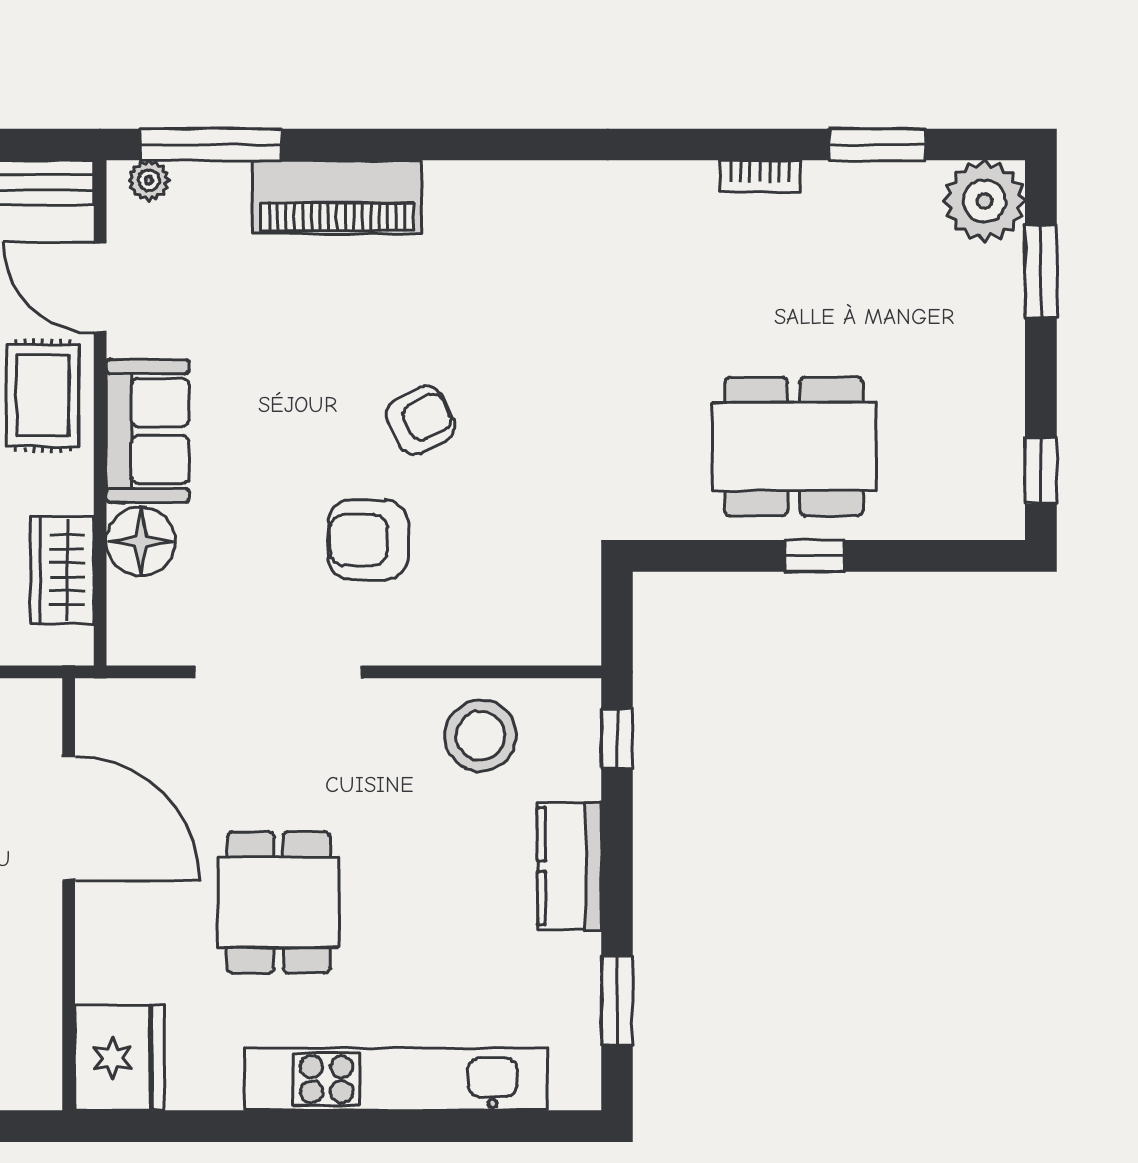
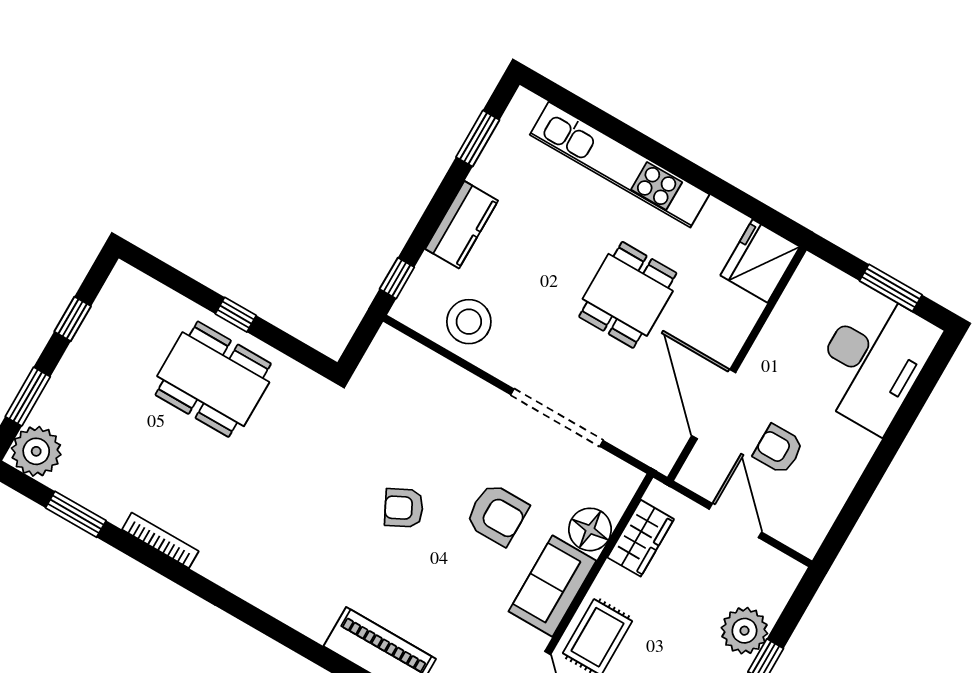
bookcase: (760, 176) -> (160, 540), width x1.56
window: (1041, 470) -> (73, 319), moved
armchair: (368, 540) -> (497, 514), moved

